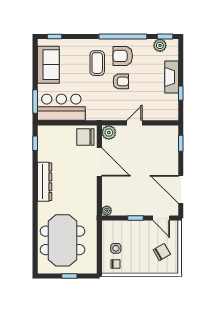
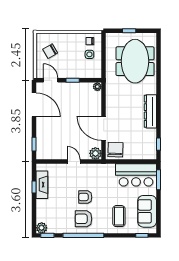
plant: (160, 45) -> (42, 228), moved
armchair: (123, 56) -> (84, 219), turned 180
coffee table: (97, 63) -> (119, 216), moved
fireplace: (172, 77) -> (42, 185), moved
door: (134, 123) -> (74, 162), swing flipped
chair: (85, 137) -> (115, 150), turned -88

